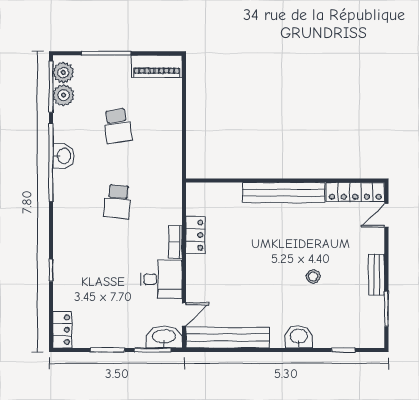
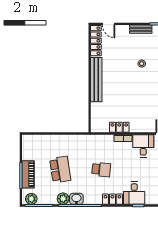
piano: (157, 66) -> (28, 174), moved
plant: (64, 95) -> (63, 199), moved
school desk: (117, 126) -> (60, 170), width x1.85
locker: (63, 222) -> (112, 199), added
desk: (74, 263) -> (134, 193), added

